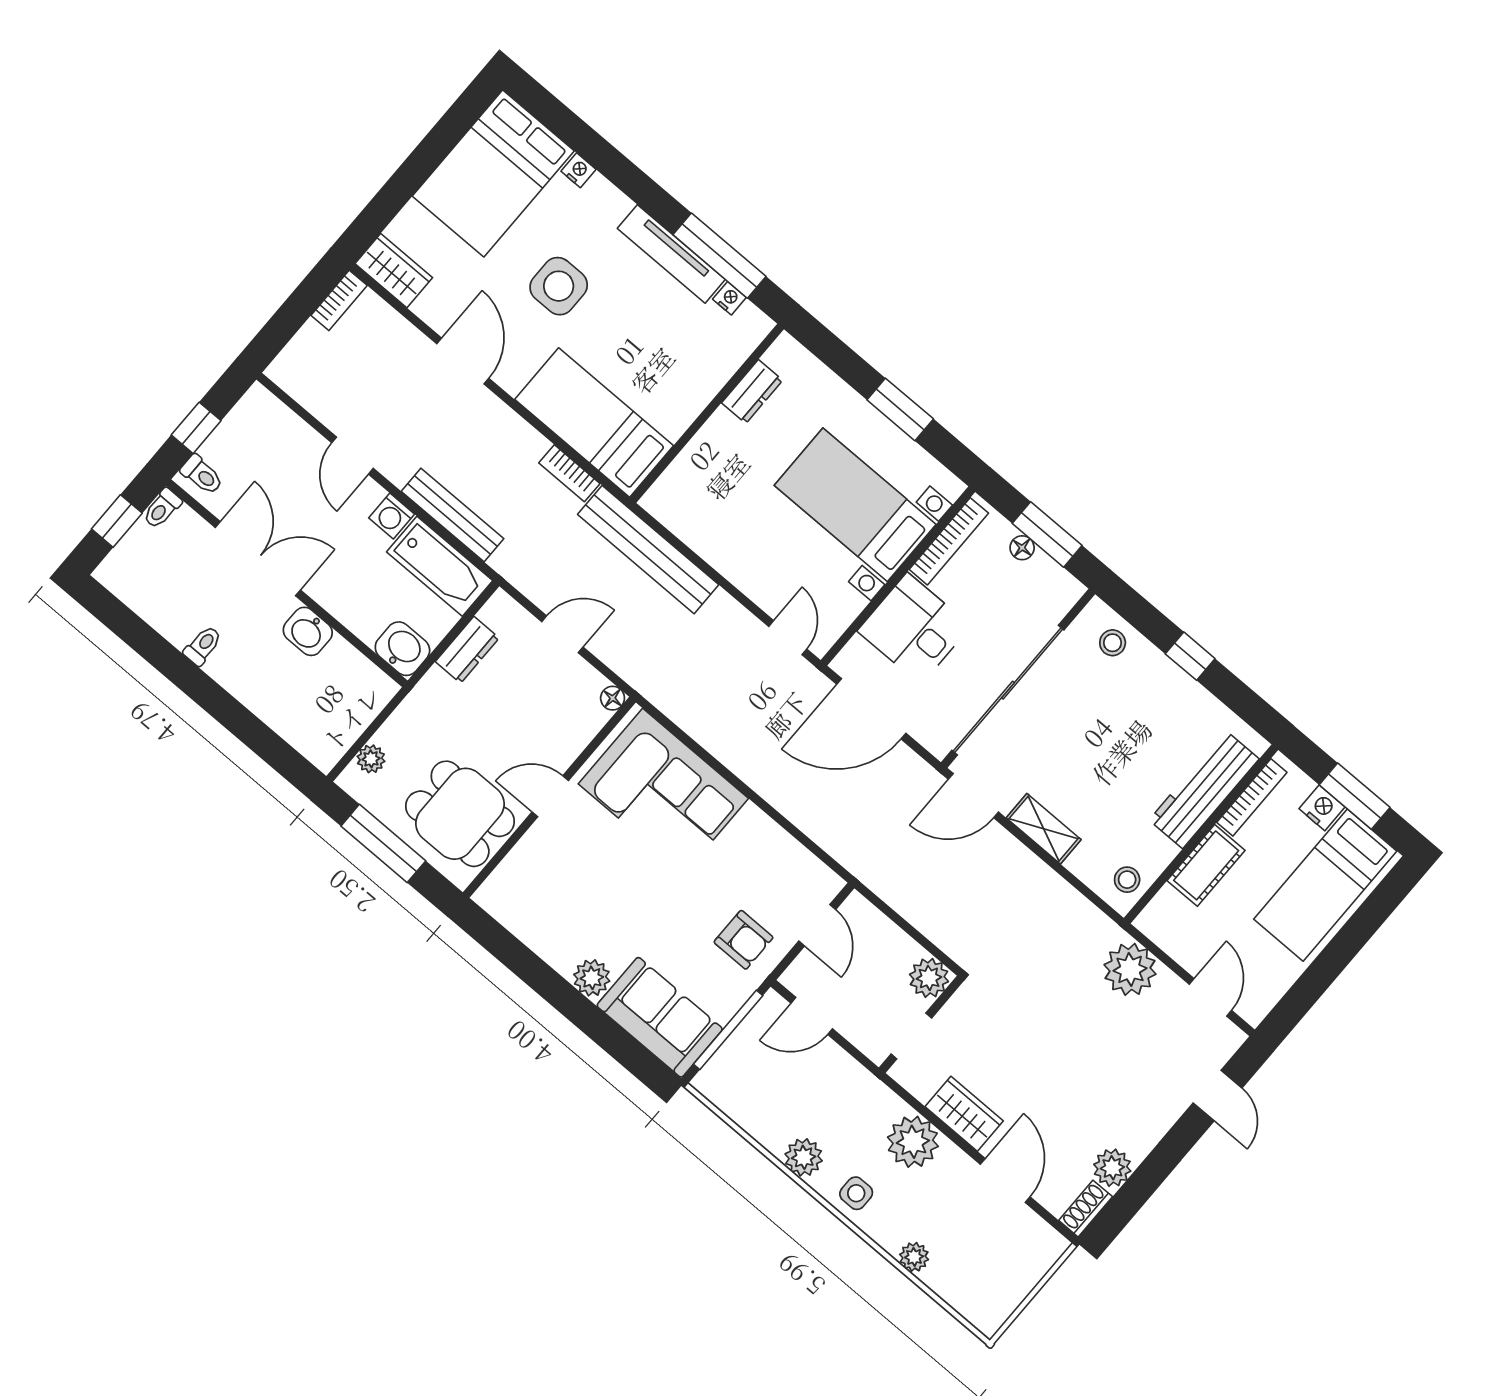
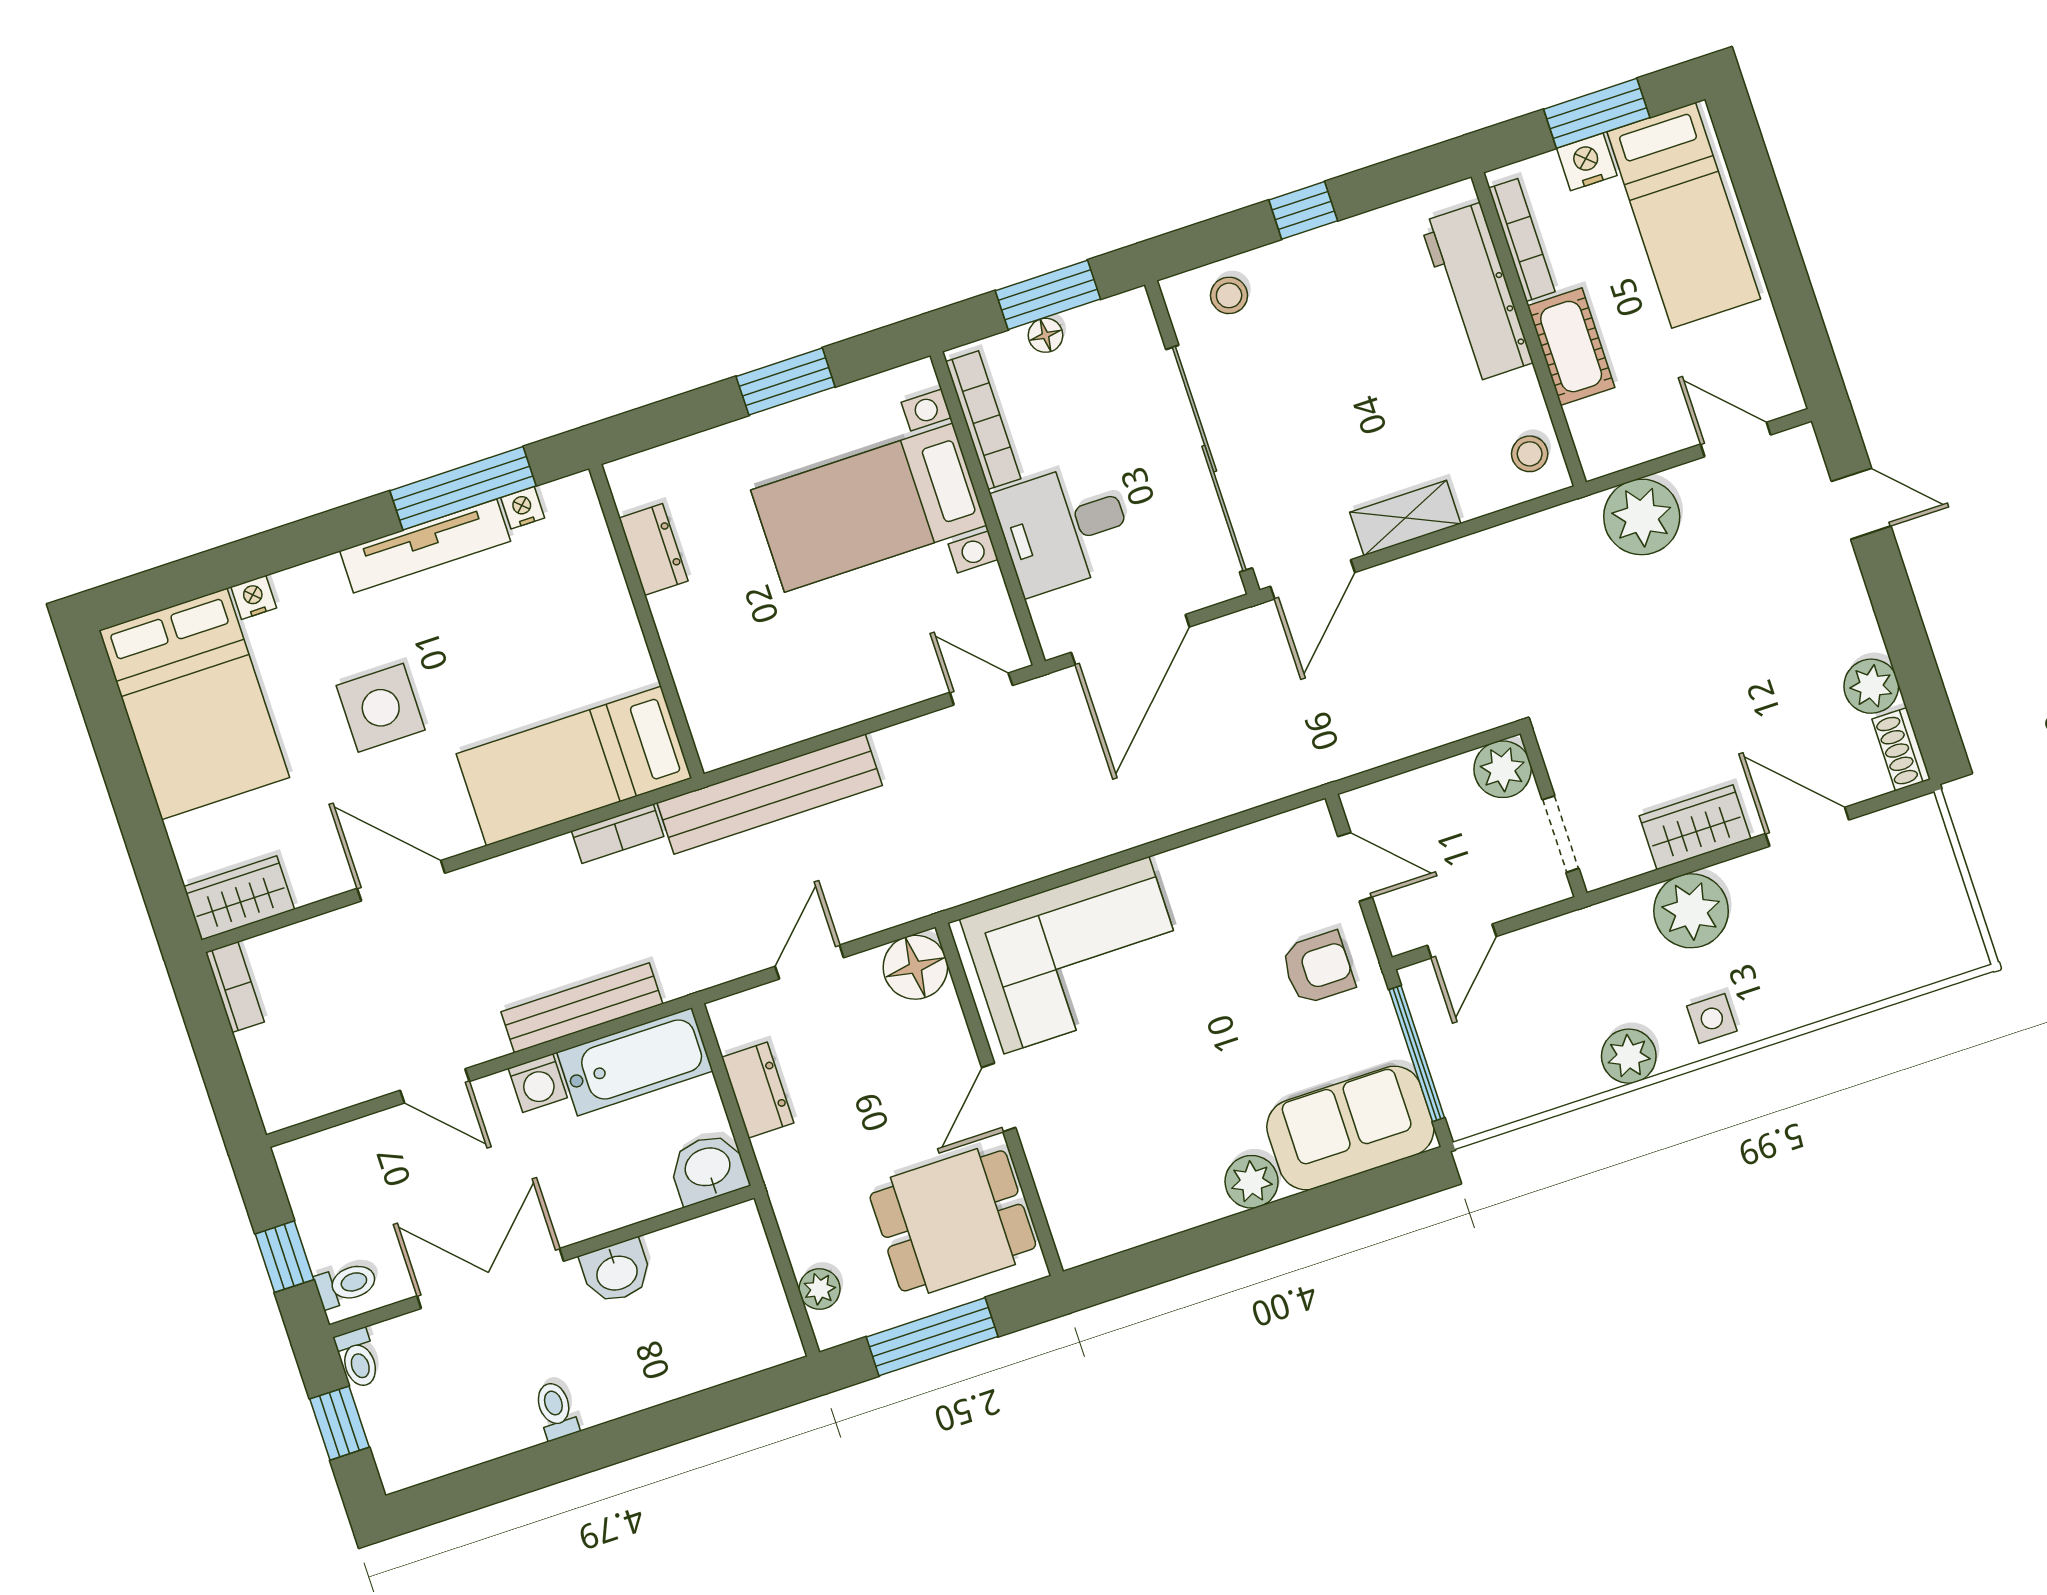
floor lamp: (613, 698) -> (915, 967), width x1.89, depth x1.89
plant: (914, 1257) -> (1833, 995), removed

